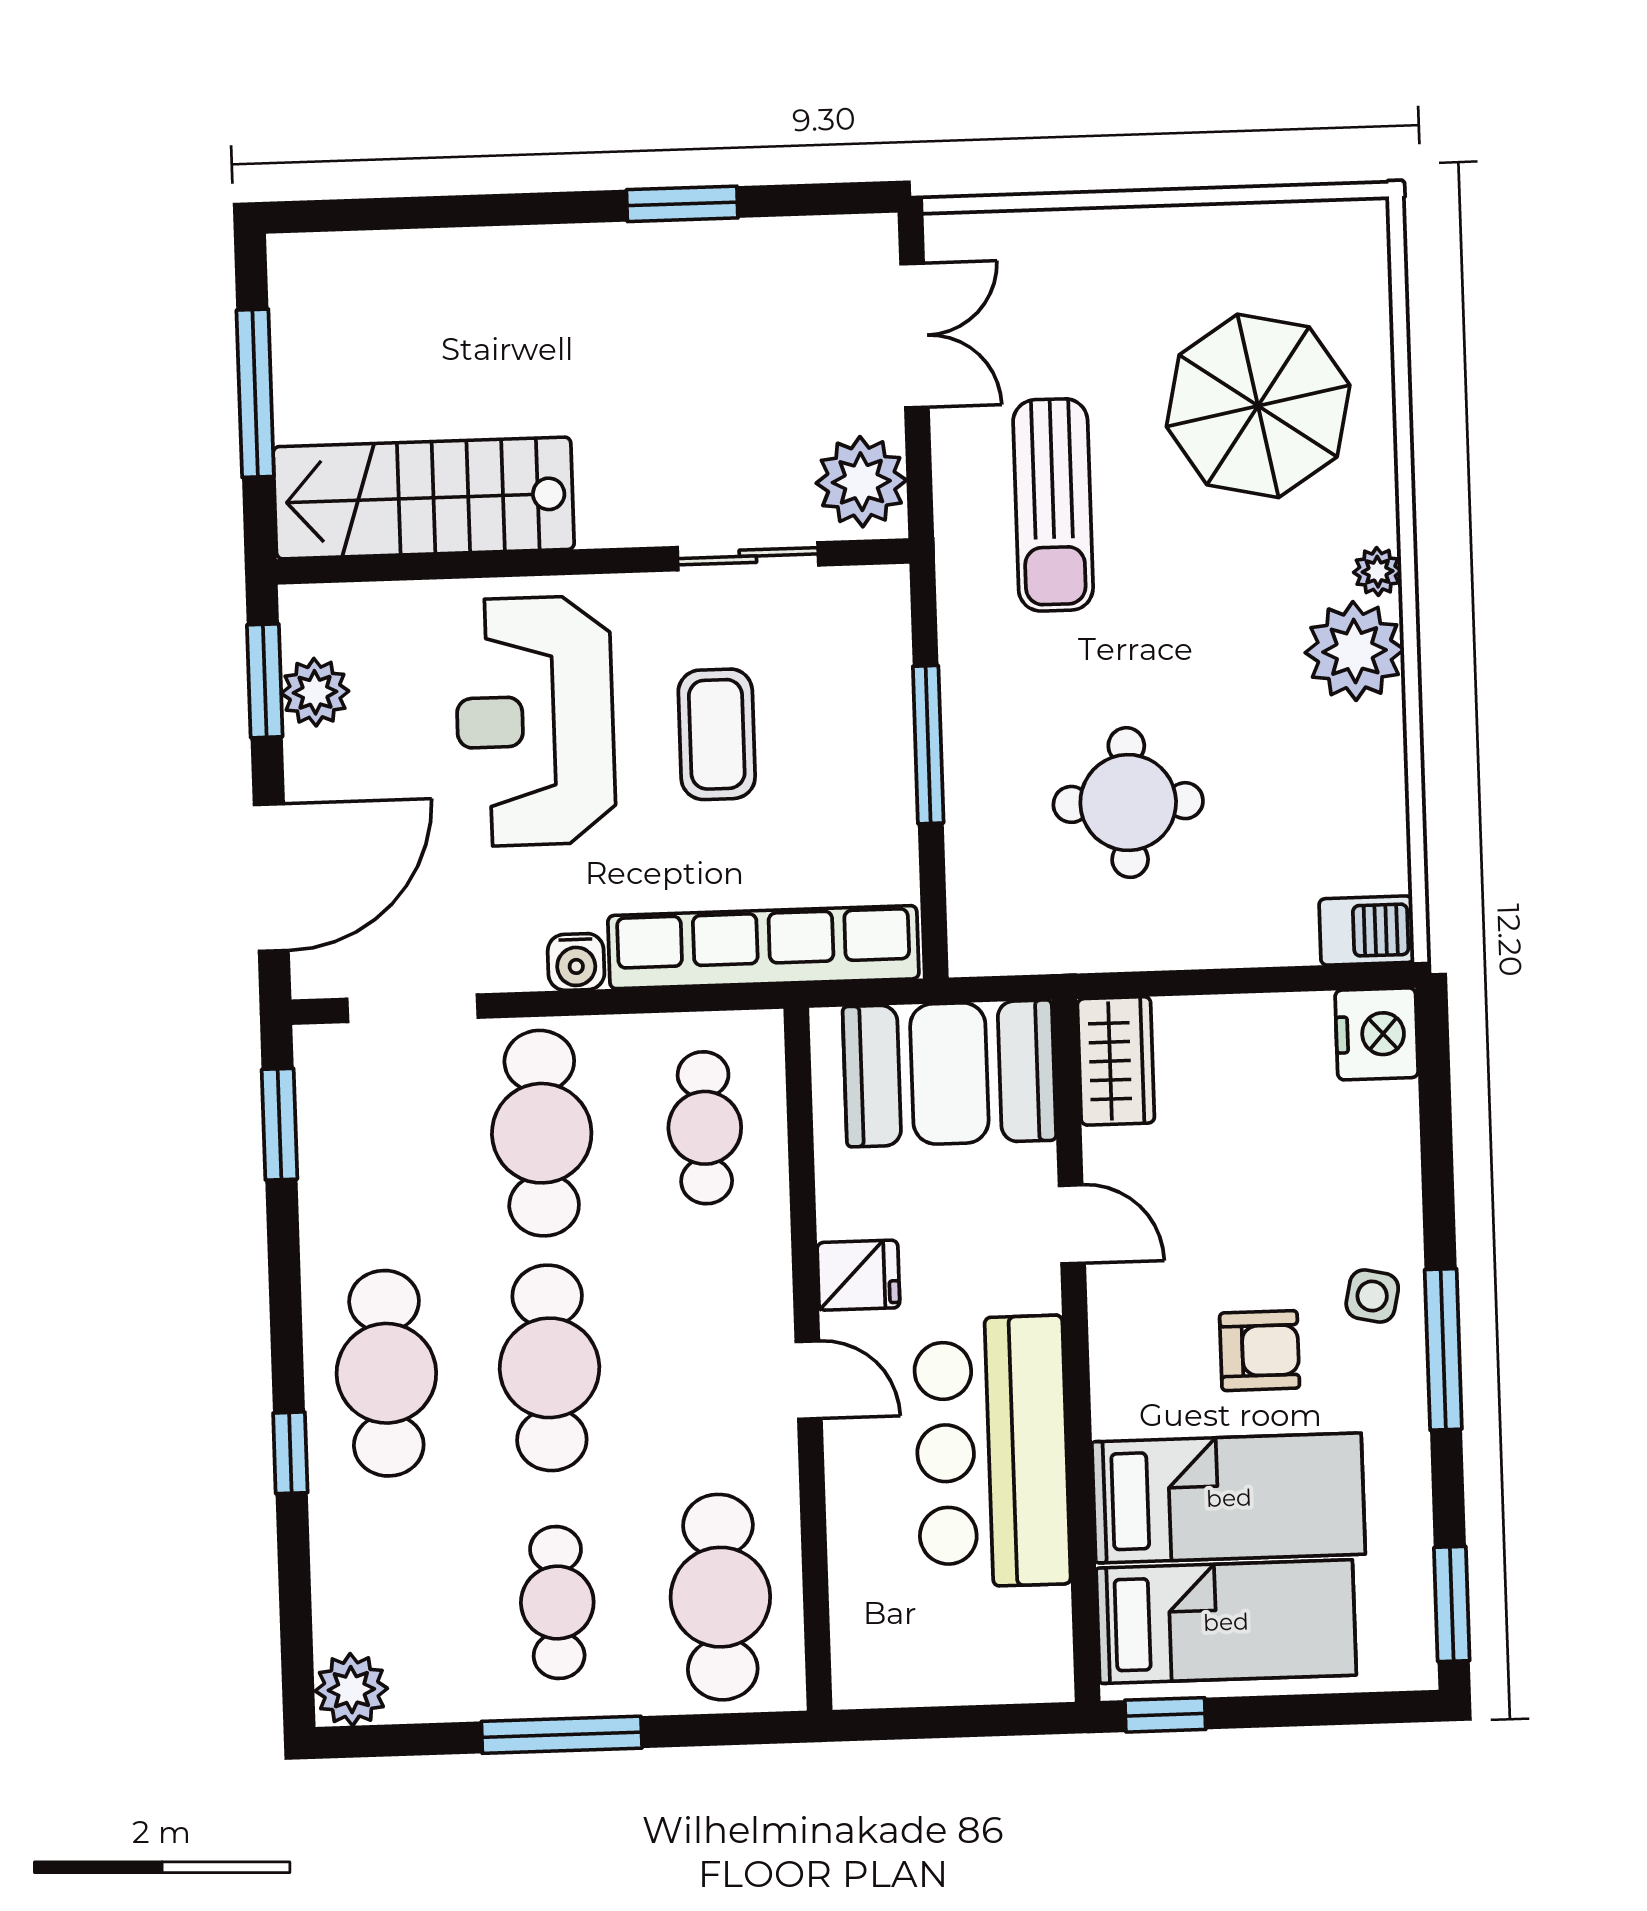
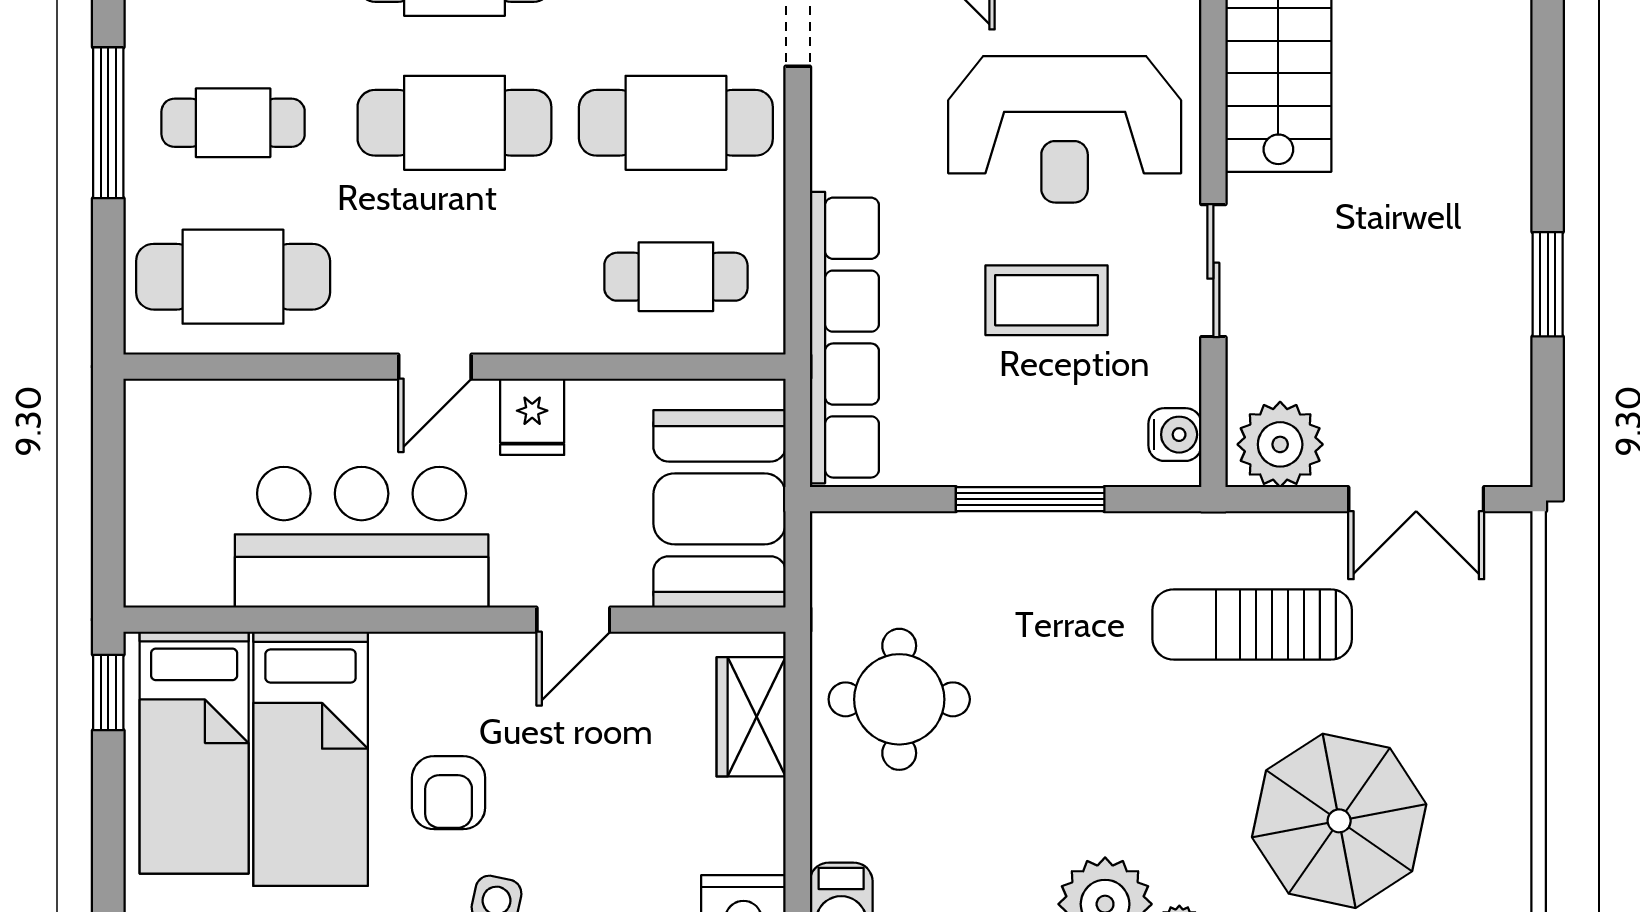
sliding door: (748, 556) -> (1213, 271), moved
reception desk: (535, 721) -> (1065, 129), turned 180
round table: (1128, 803) -> (899, 699), moved
water cooler: (576, 962) -> (1175, 435), moved, turned 180
wardrobe: (1116, 1061) -> (751, 717), moved, turned 90

